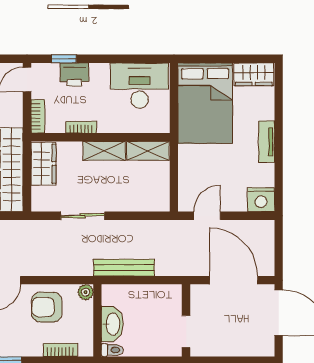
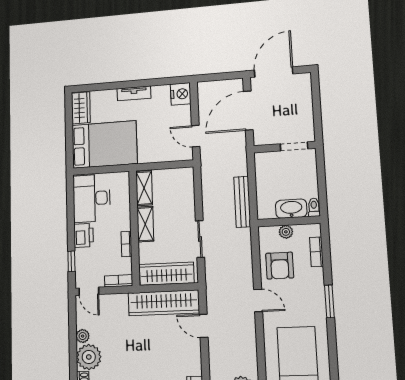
printer: (74, 75) -> (84, 235), moved
wardrobe: (44, 164) -> (167, 274), width x1.50
plant: (85, 292) -> (286, 232), moved

